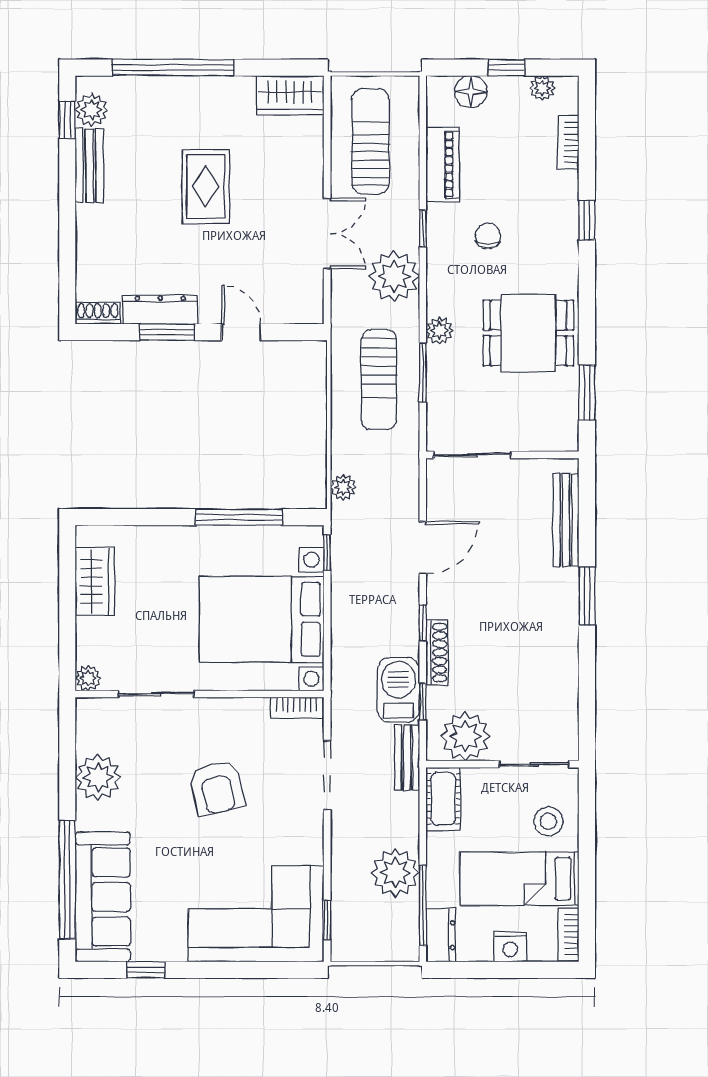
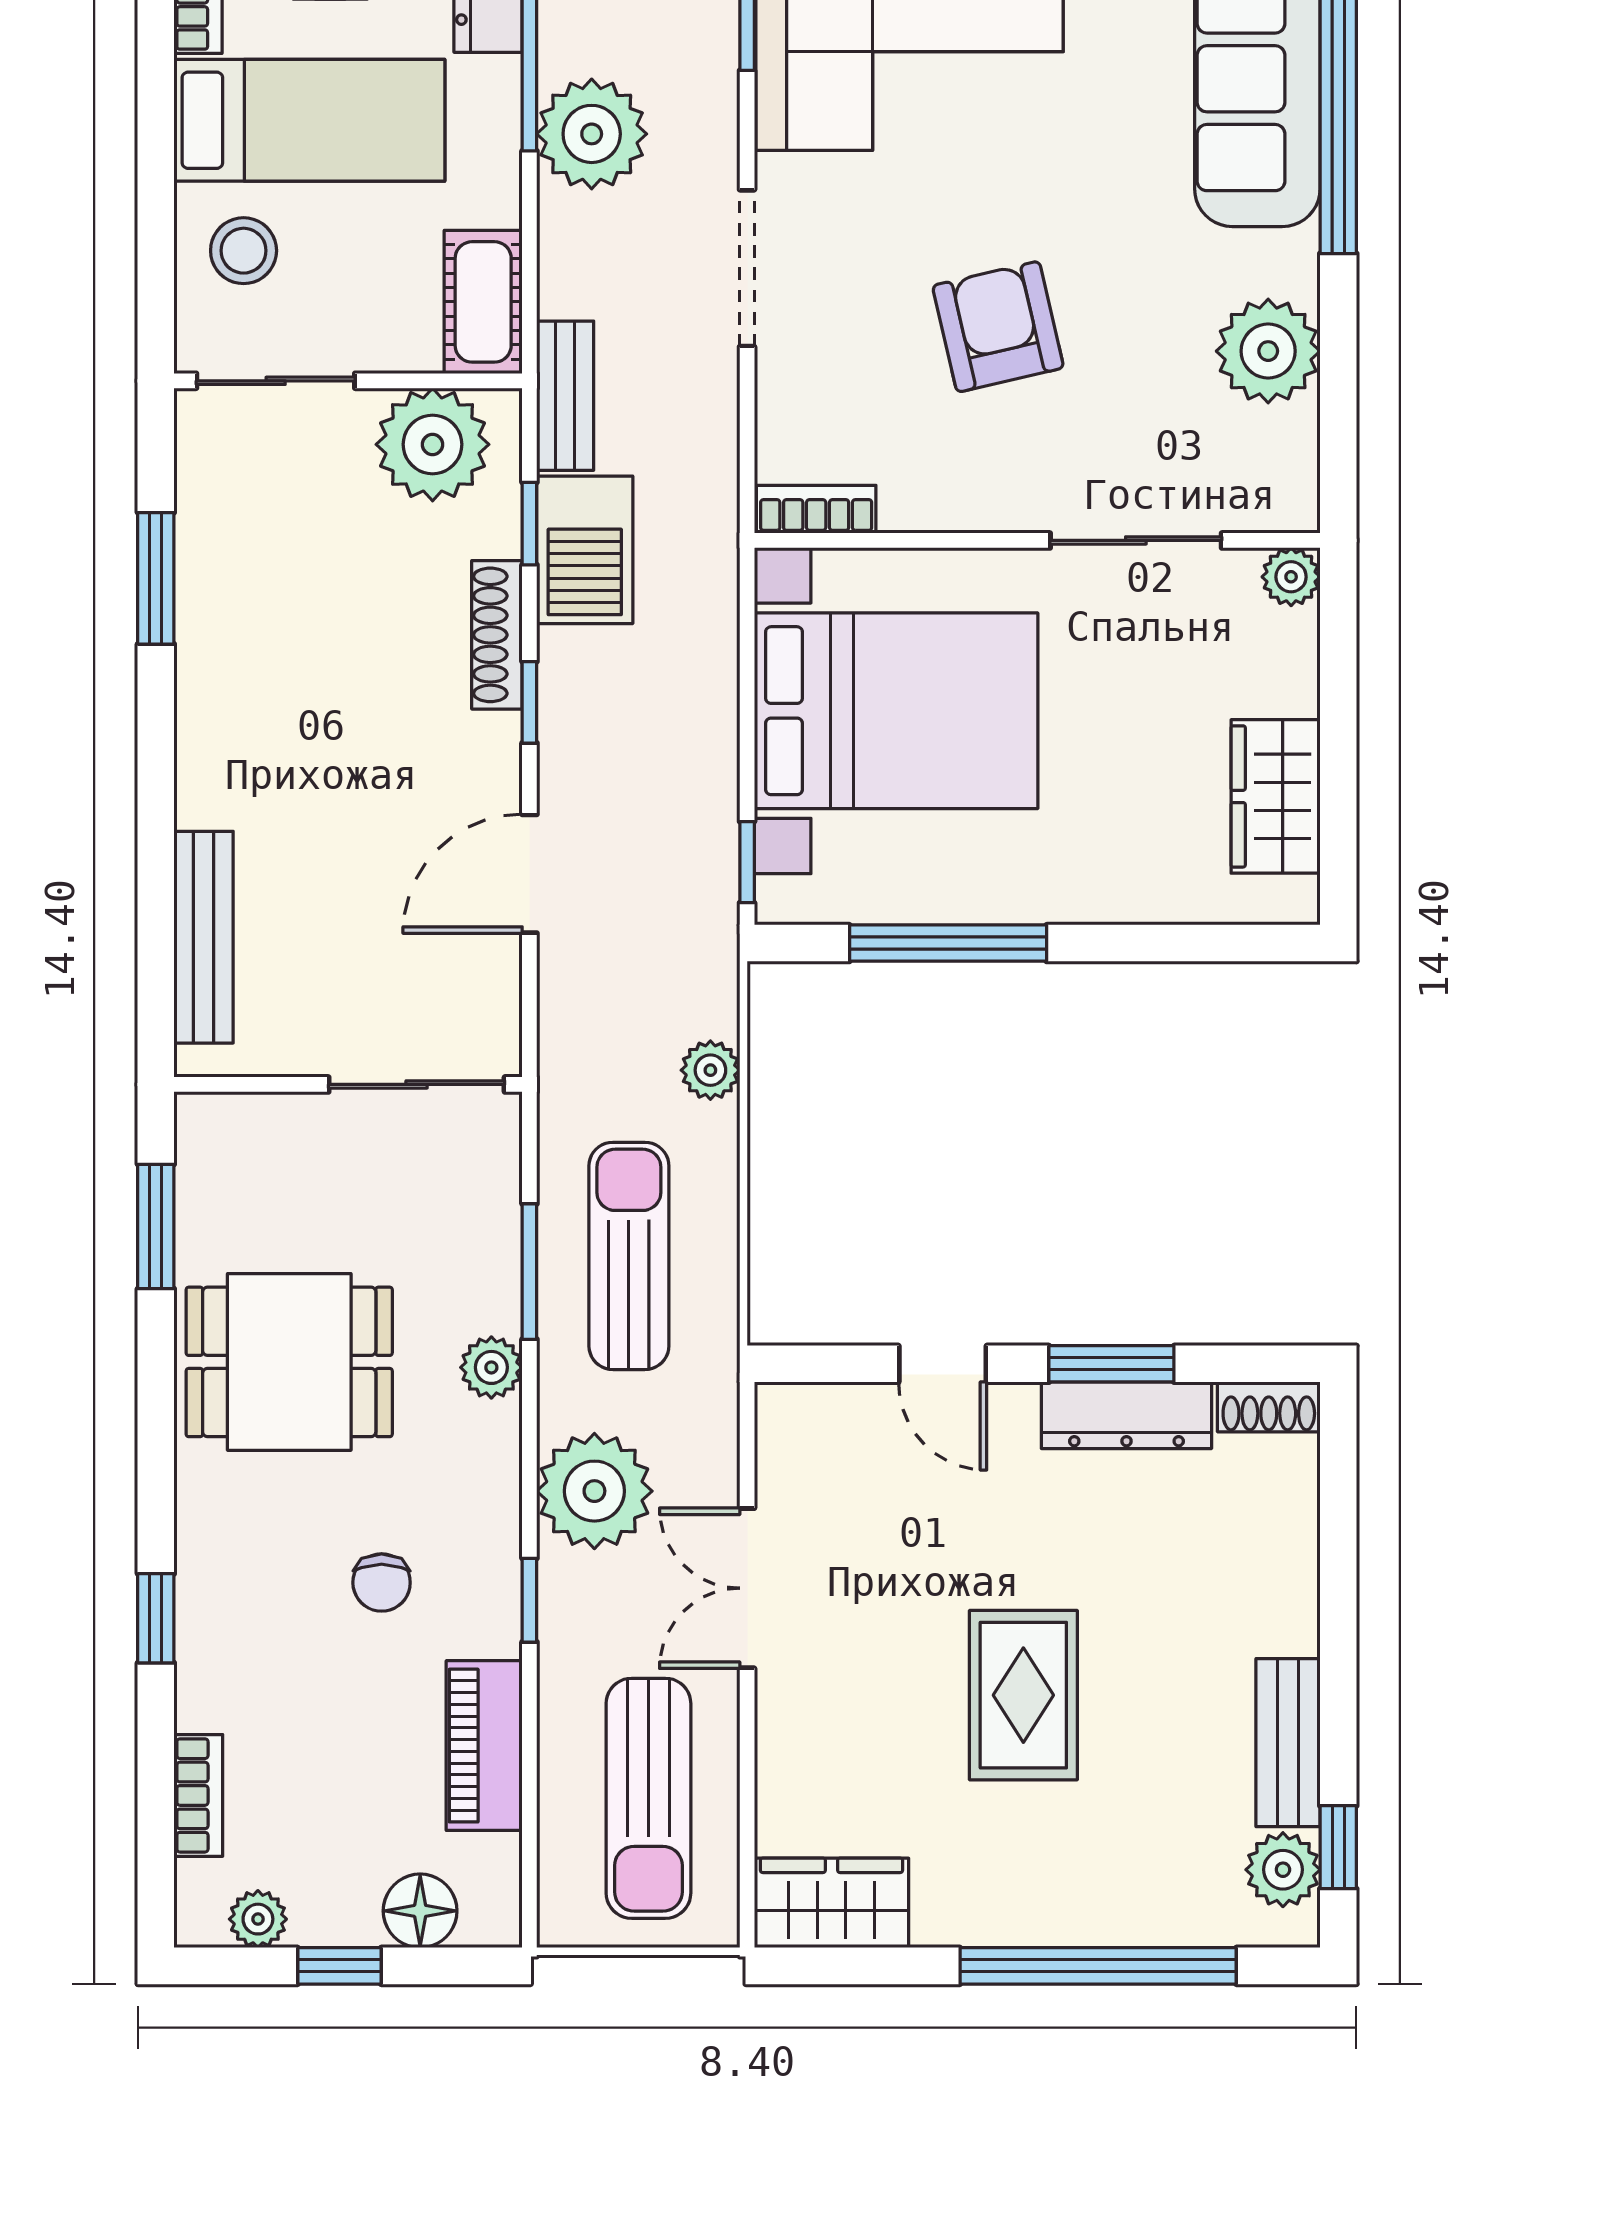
plant: (343, 487) -> (710, 1070), moved
window: (587, 596) -> (156, 578), moved
doorway: (327, 775) -> (747, 268), moved

